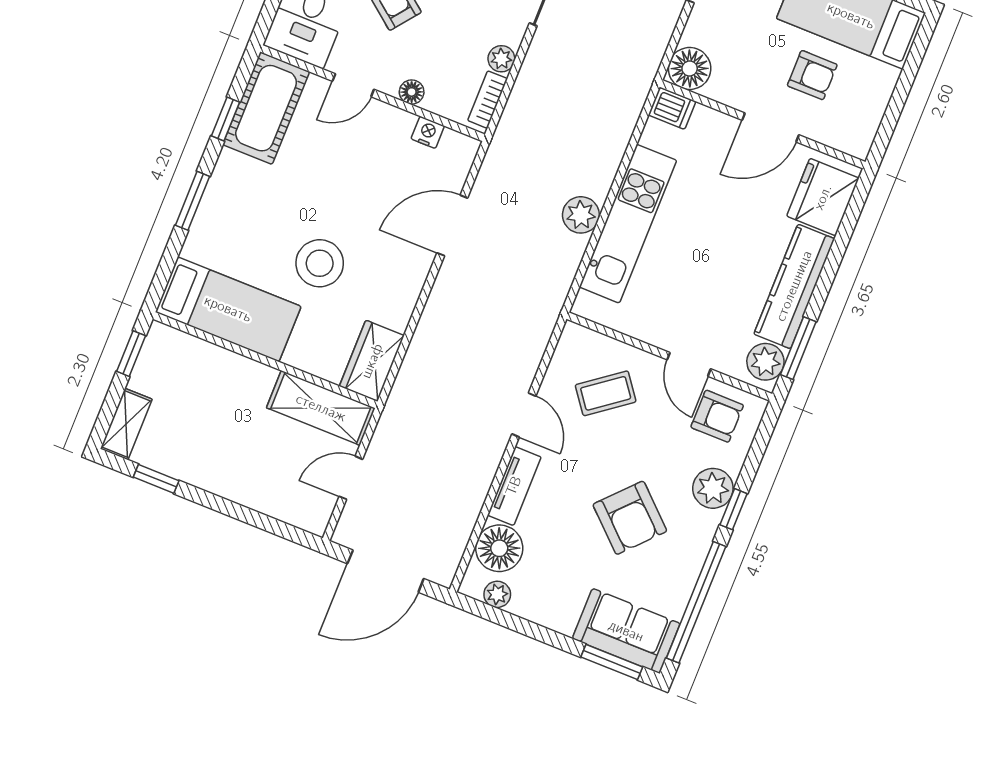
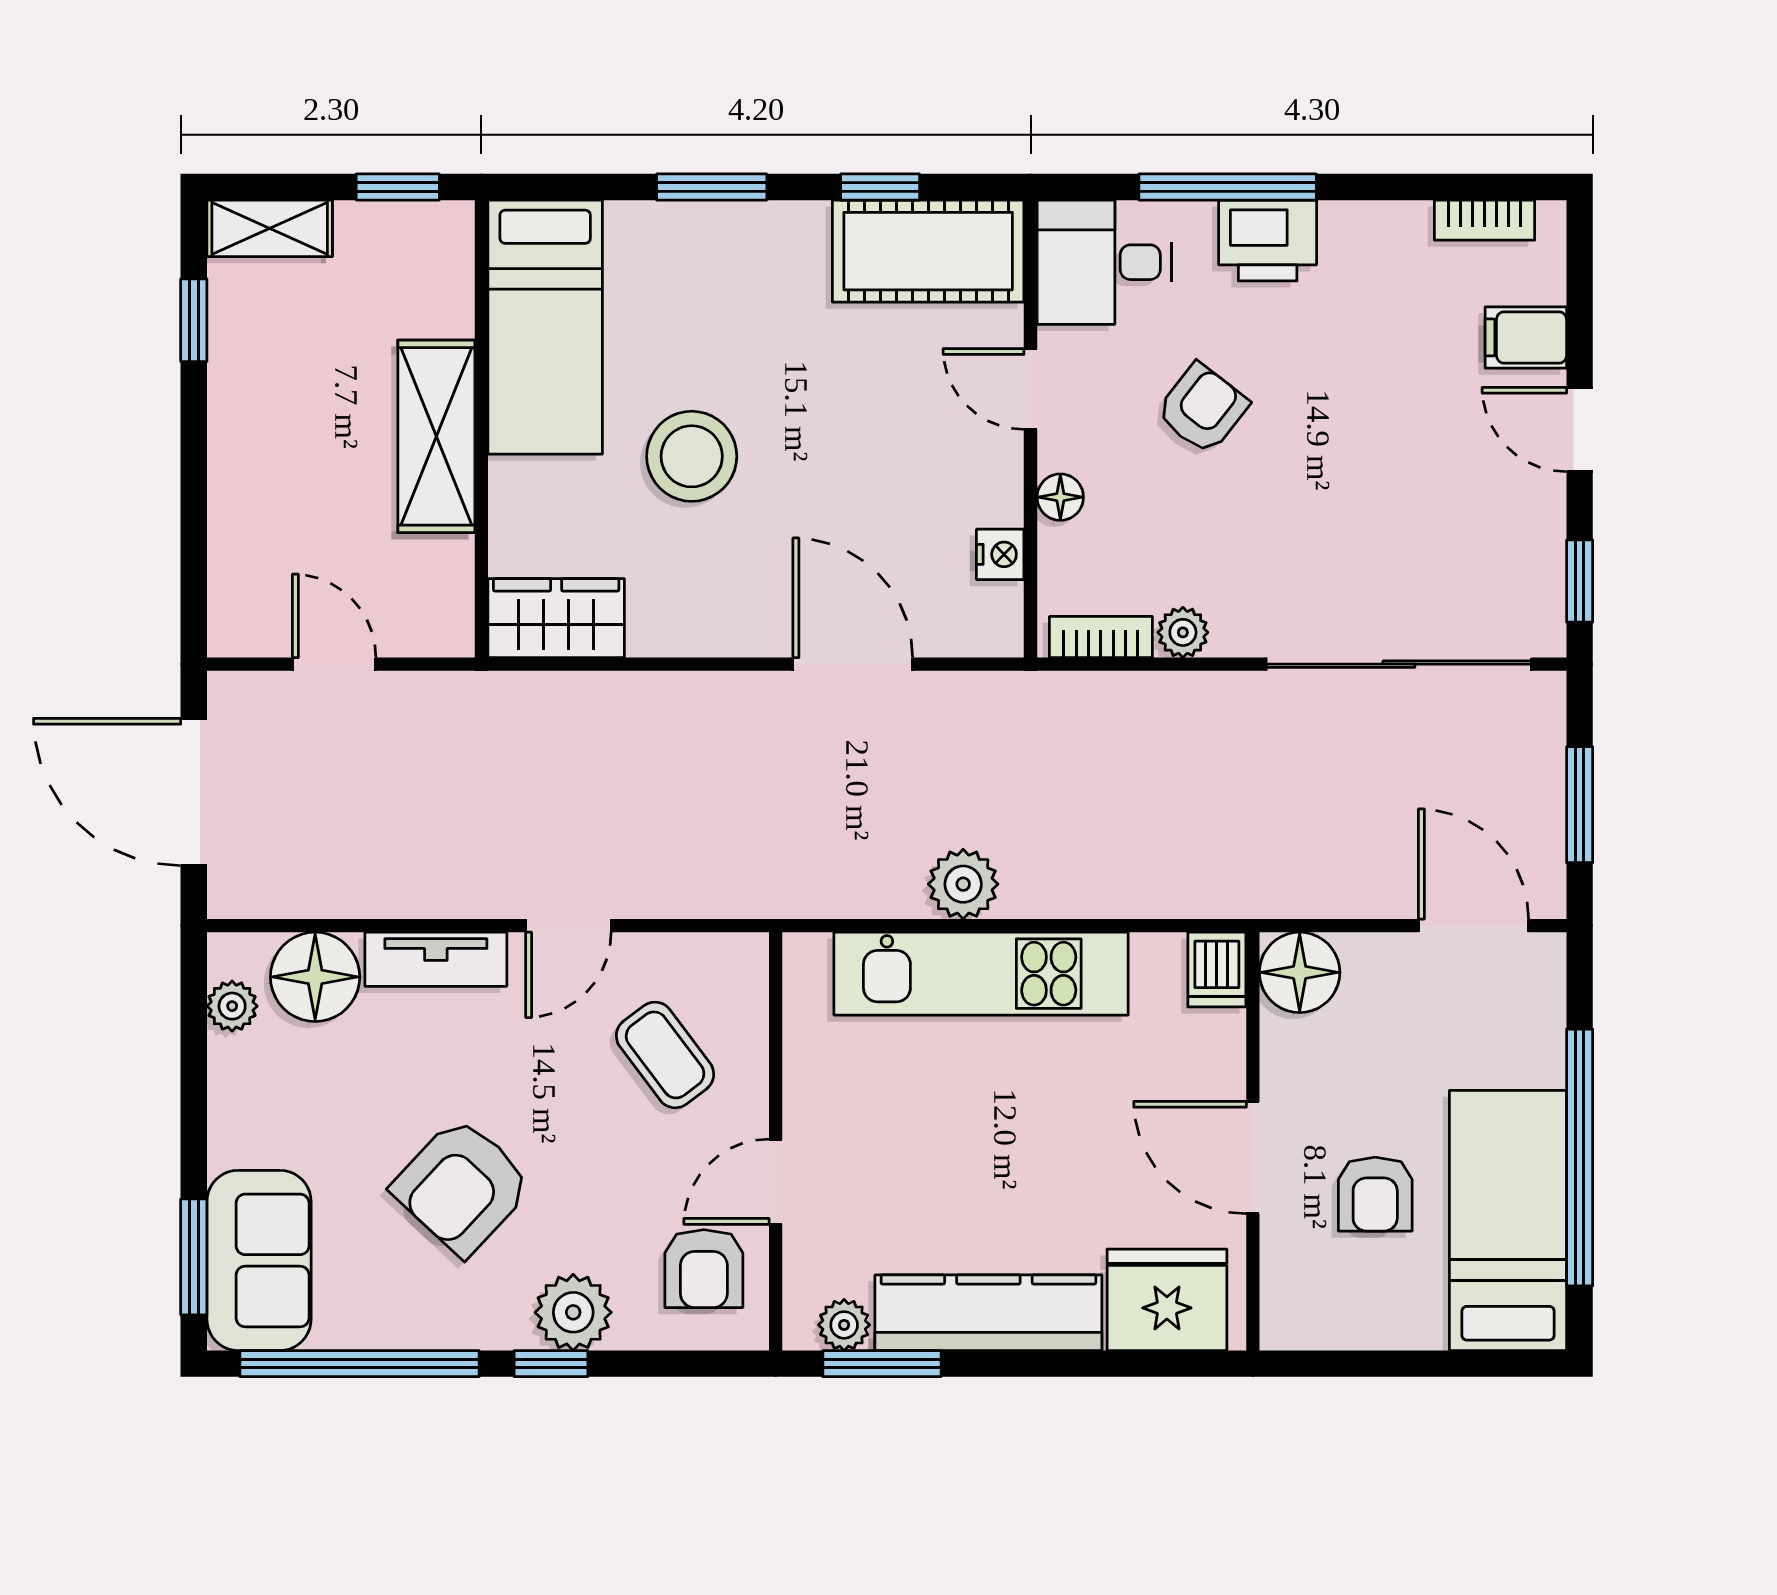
plant: (765, 362) -> (844, 1325), width x0.73, depth x0.73
shelving: (321, 408) -> (436, 436), moved

